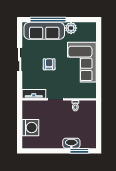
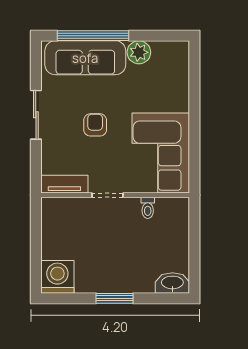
corner sofa: (82, 62) -> (161, 153), moved
washing machine: (30, 128) -> (57, 277), moved, turned -90
washbasin: (71, 143) -> (172, 283), moved
window: (79, 151) -> (114, 298), moved

